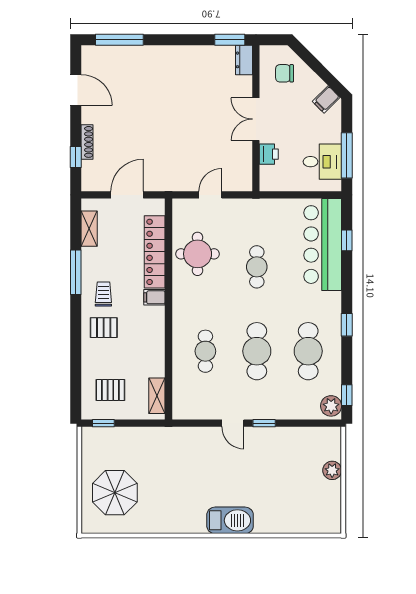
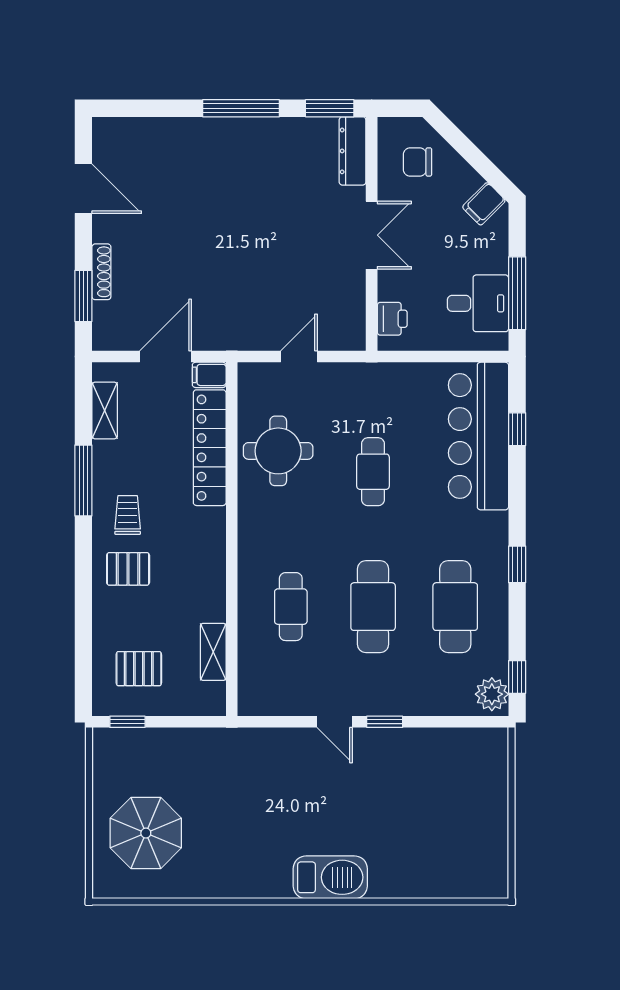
window: (119, 40) -> (241, 108), moved
dresser: (244, 60) -> (353, 151), width x1.44
double door: (256, 119) -> (372, 235), swing flipped
printer: (269, 154) -> (392, 319), moved
window: (76, 157) -> (83, 296), width x1.50
filing cabinet: (154, 297) -> (209, 375), moved
shelving: (157, 396) -> (213, 652), moved
plant: (332, 470) -> (494, 797), removed

